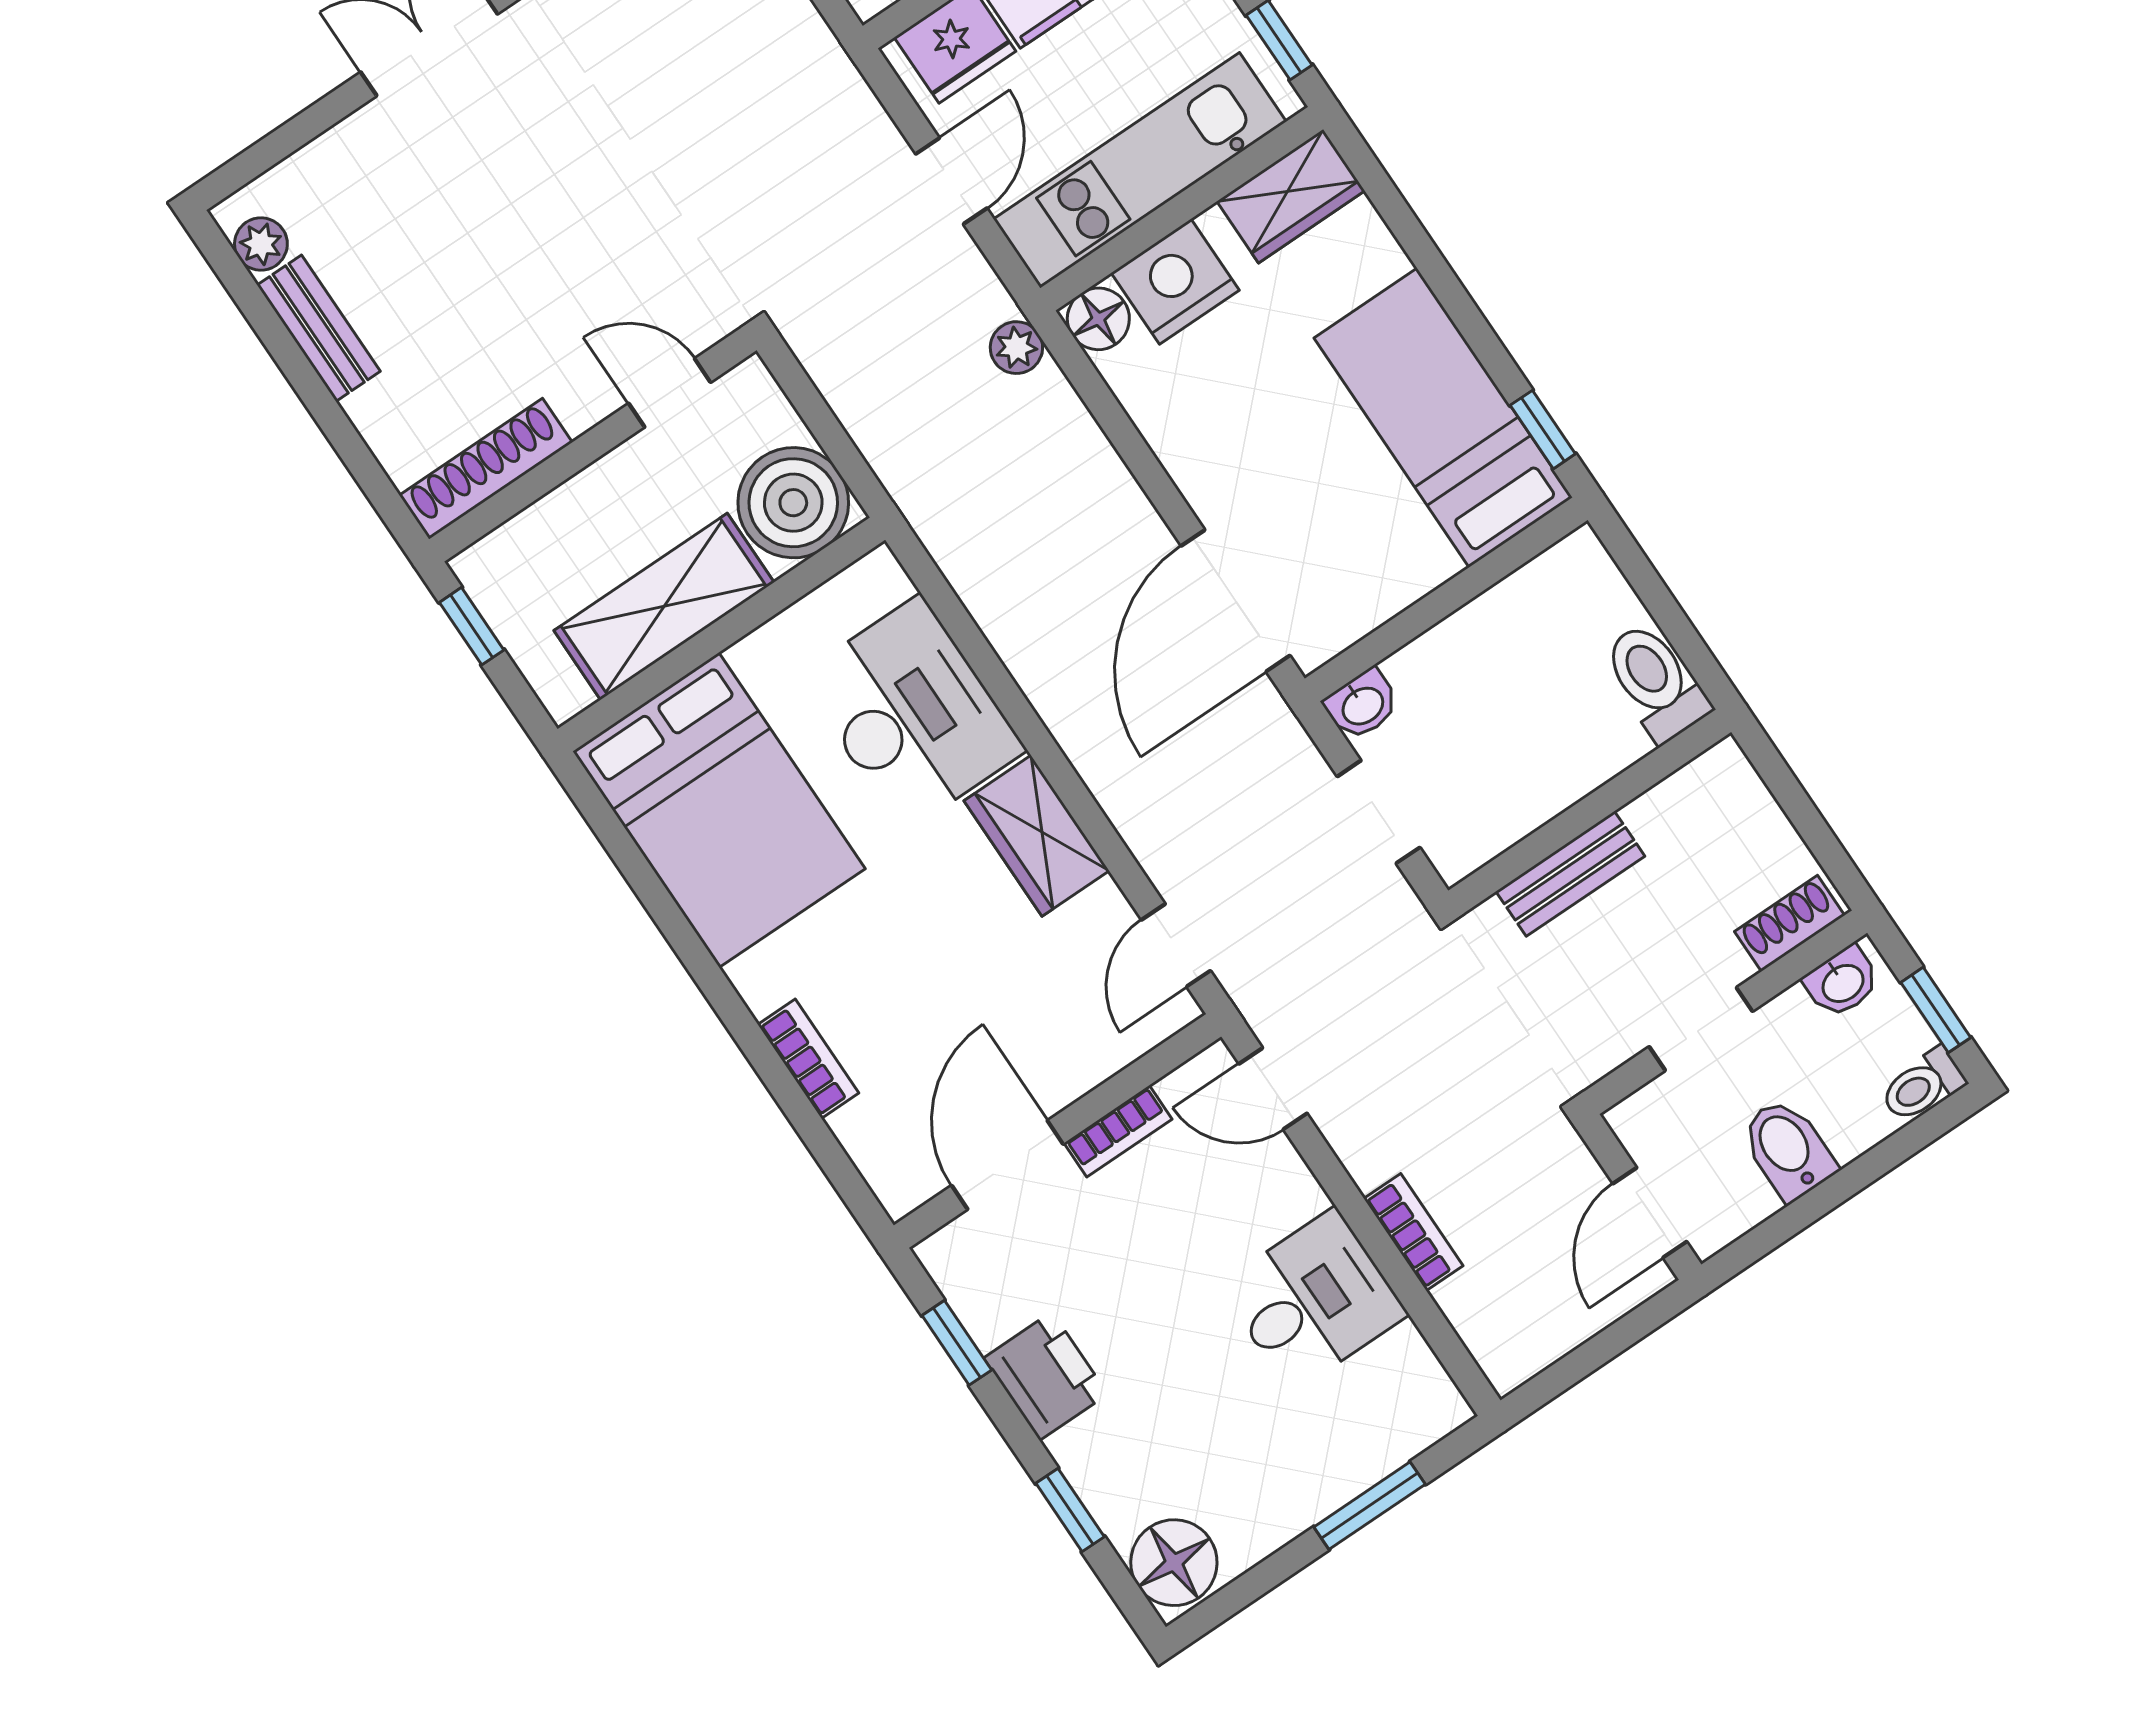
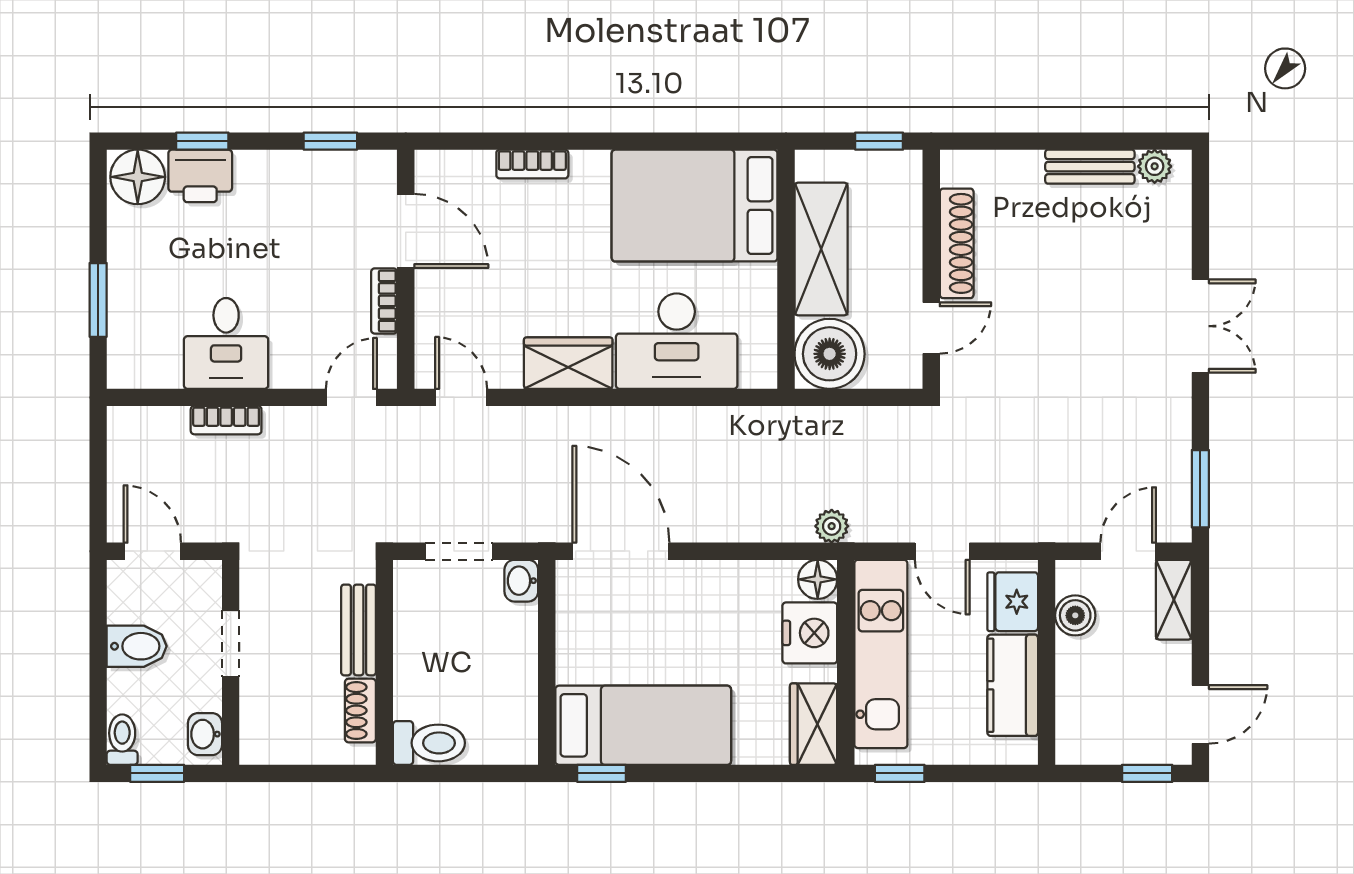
shoe rack: (486, 469) -> (957, 243), moved
shoe rack: (1789, 923) -> (360, 711), moved, turned 180
printer: (1046, 1376) -> (200, 176), moved

